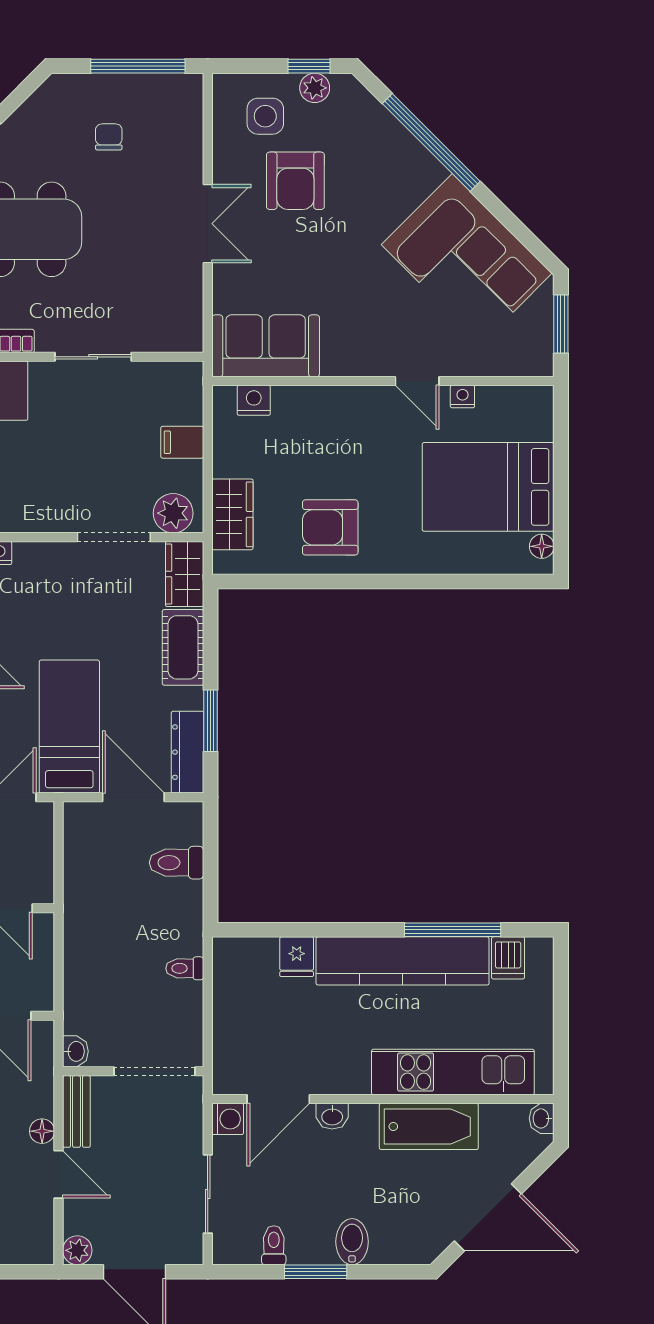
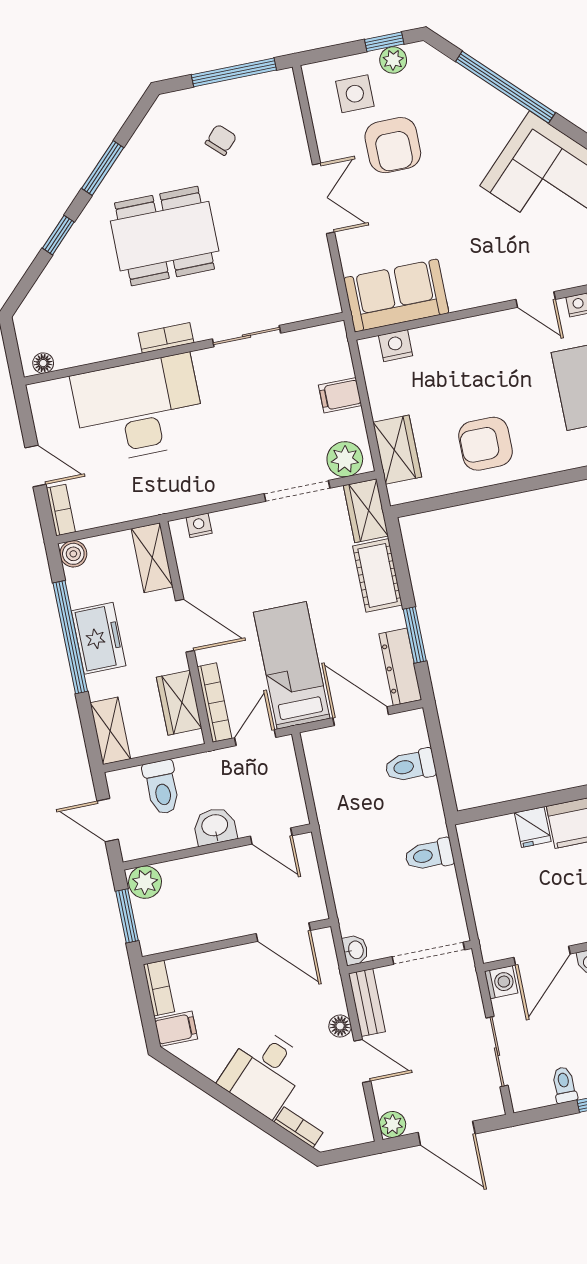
chair: (109, 137) -> (221, 140), turned 44
toilet: (185, 968) -> (429, 855), width x1.37, depth x1.39

